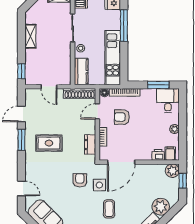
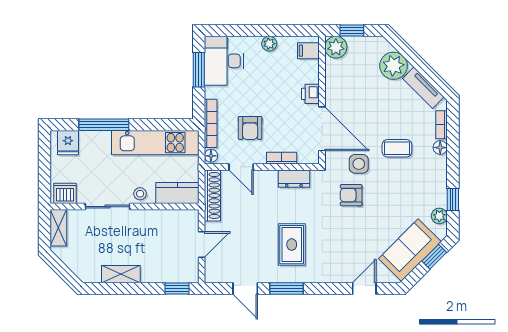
desk: (168, 101) -> (224, 61), width x1.37
printer: (158, 155) -> (310, 94), moved

